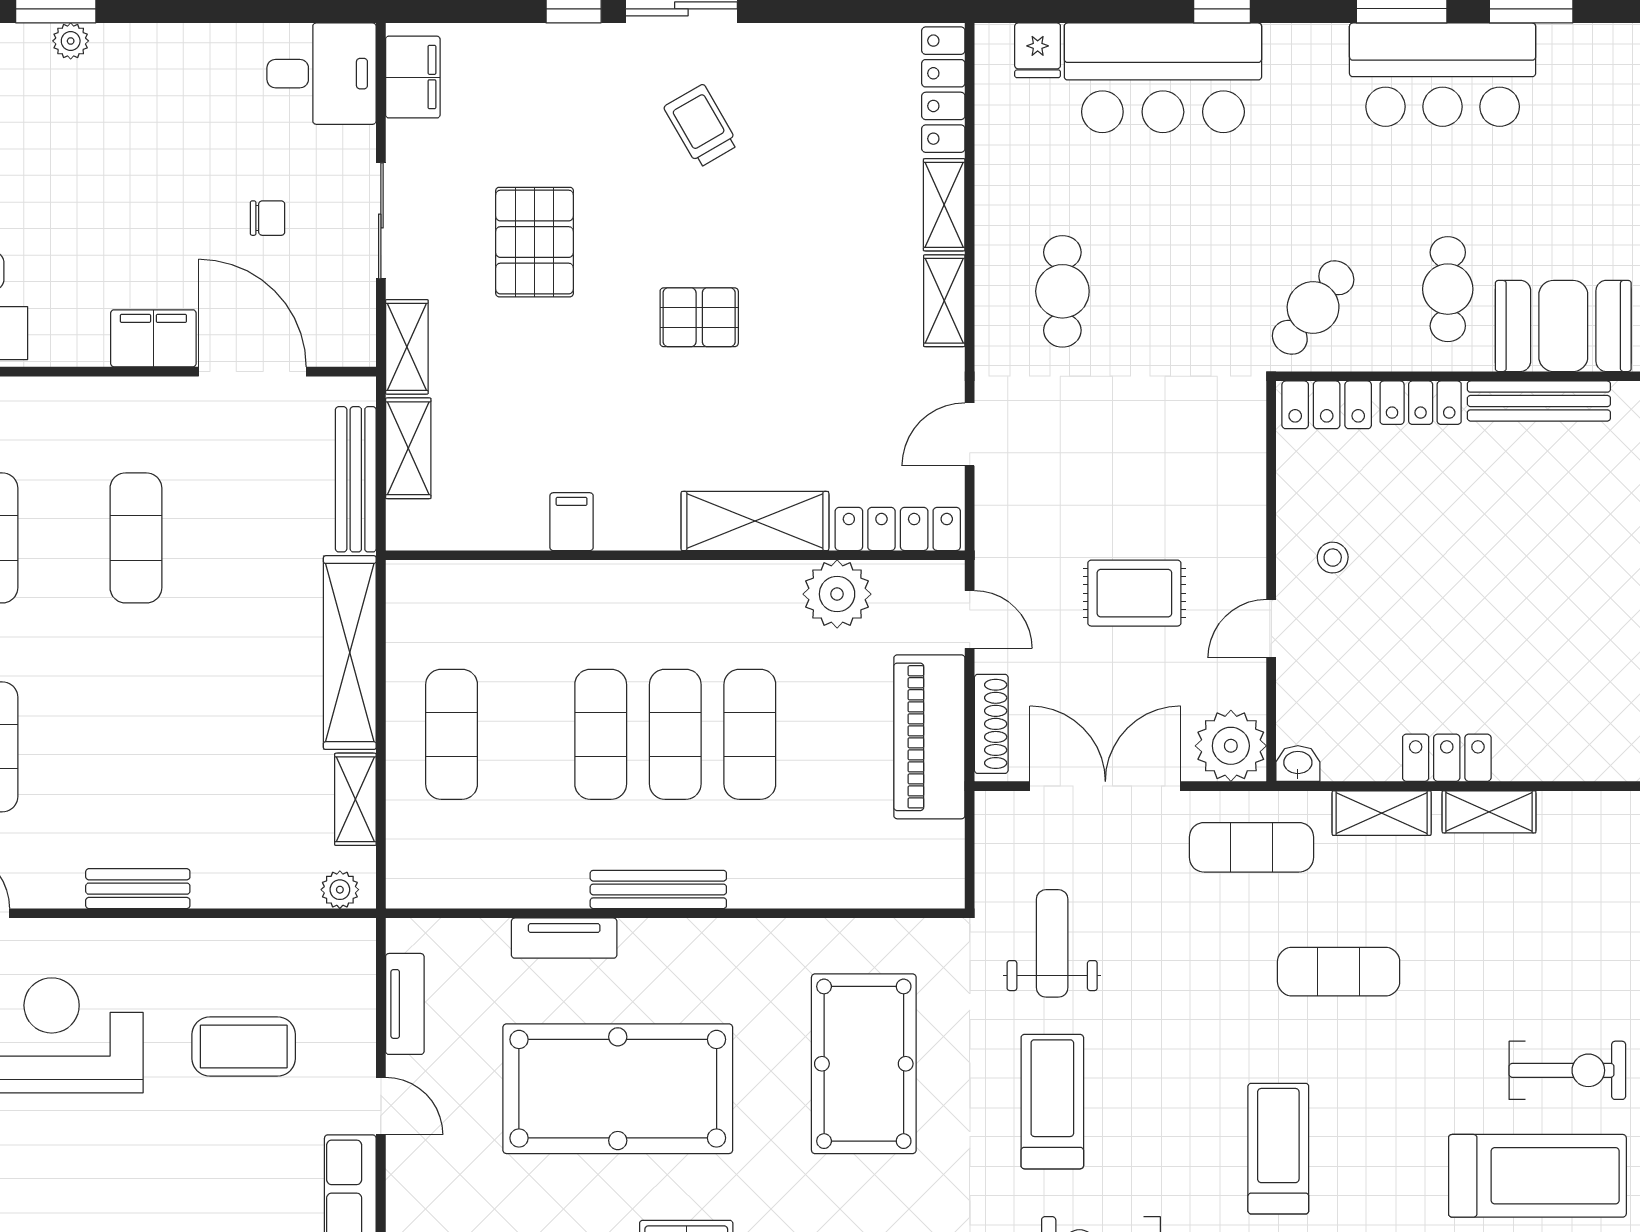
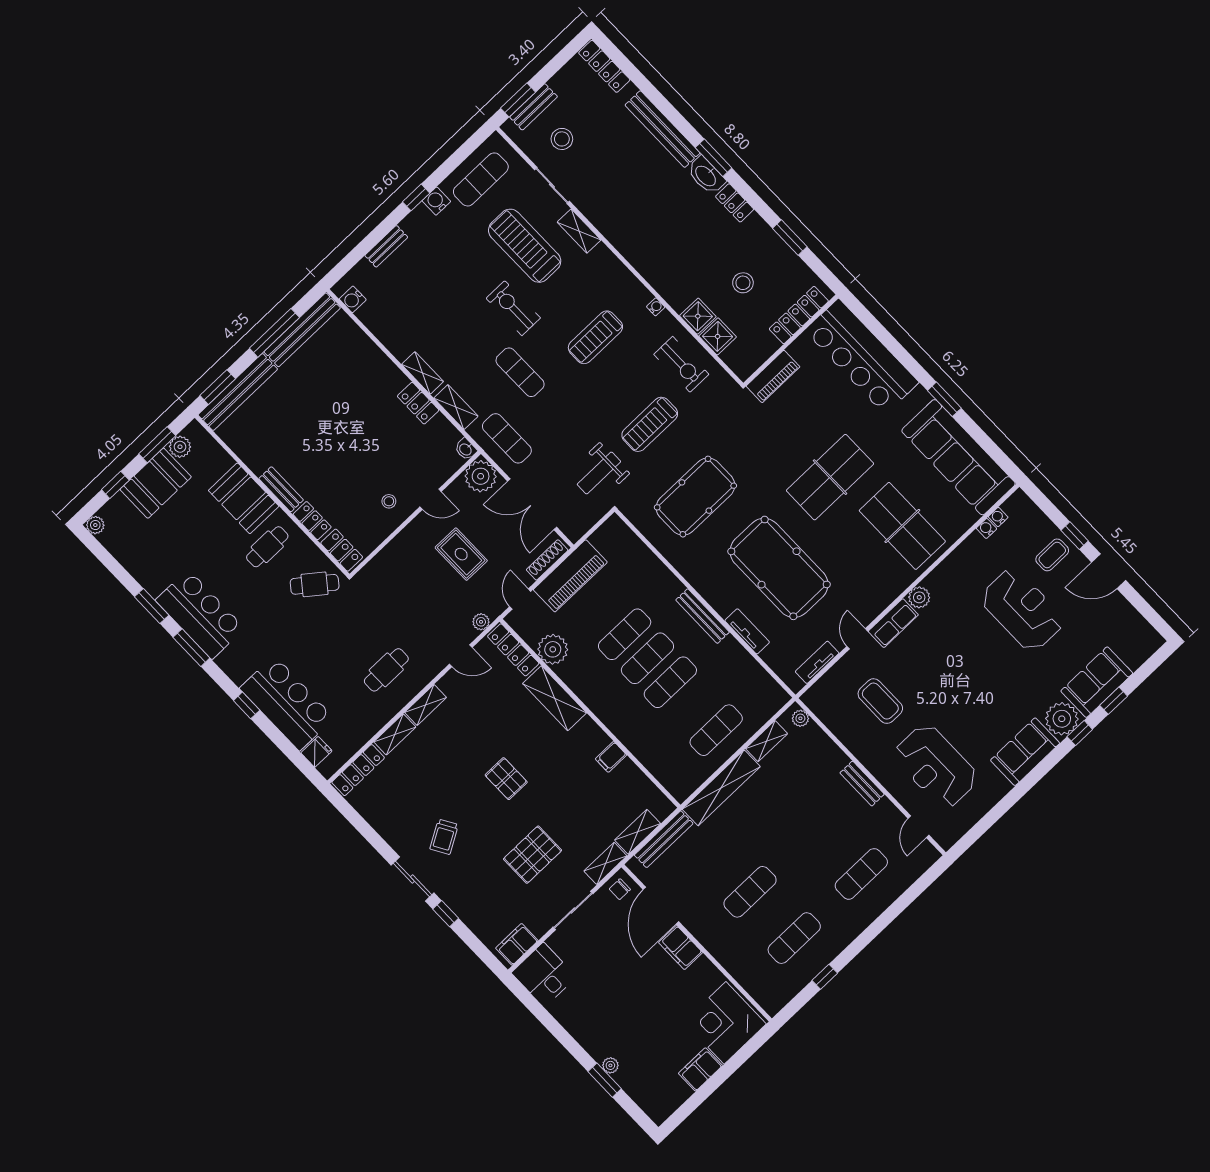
chair: (268, 218) -> (620, 889), moved, turned -90
bench: (1539, 401) -> (281, 489), width x0.73
plant: (993, 520) -> (481, 622), added
exercise bike: (1567, 1070) -> (513, 308), moved

